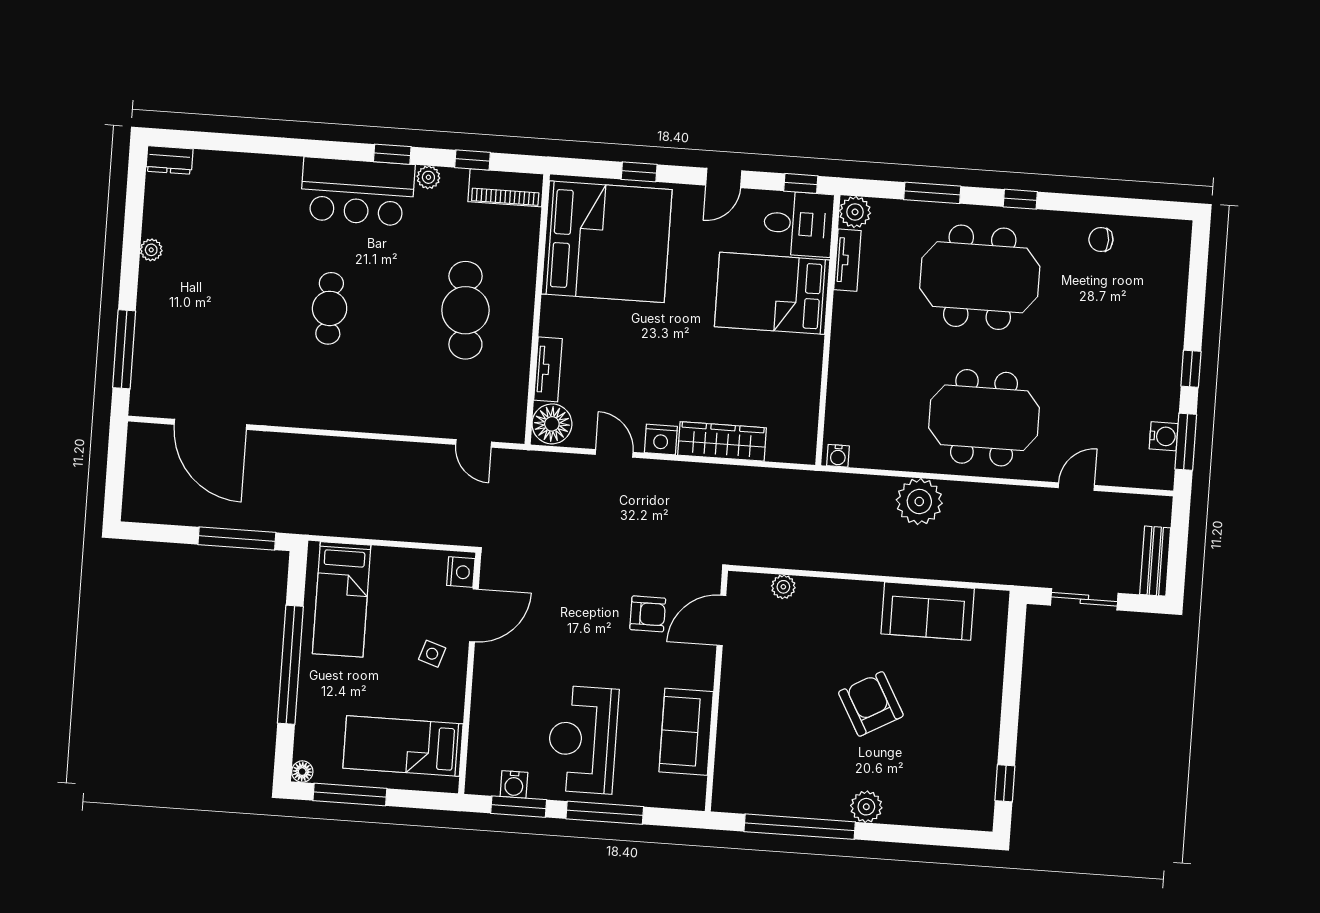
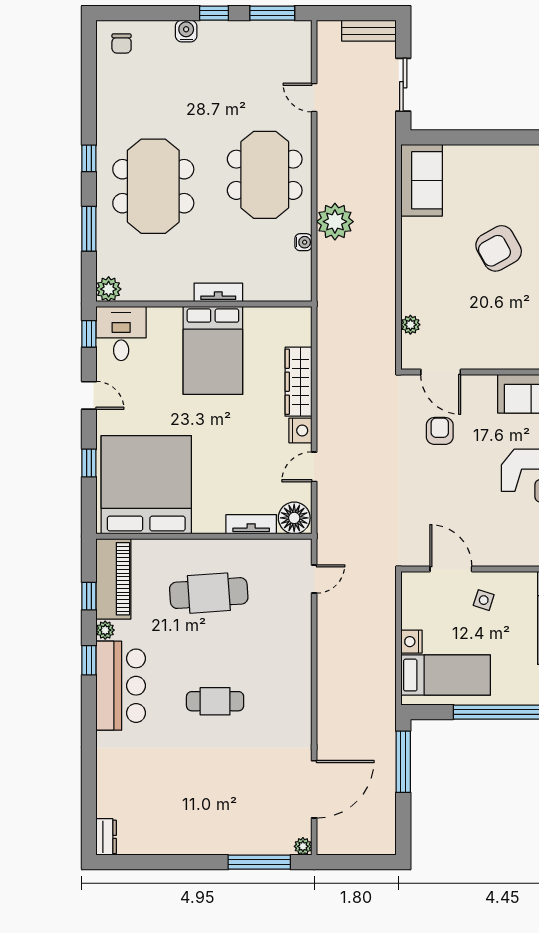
piano: (506, 188) -> (113, 579), width x1.37, depth x1.33
chair: (1101, 240) -> (122, 44), moved
plant: (151, 250) -> (303, 846), moved
tv unit: (847, 260) -> (218, 292), moved
bed: (772, 293) -> (213, 350), moved
water cooler: (1164, 436) -> (186, 31), moved
water cooler: (838, 456) -> (303, 242), moved
nightstand: (461, 572) -> (411, 642), moved, turned -90
sofa: (928, 611) -> (422, 180), moved

